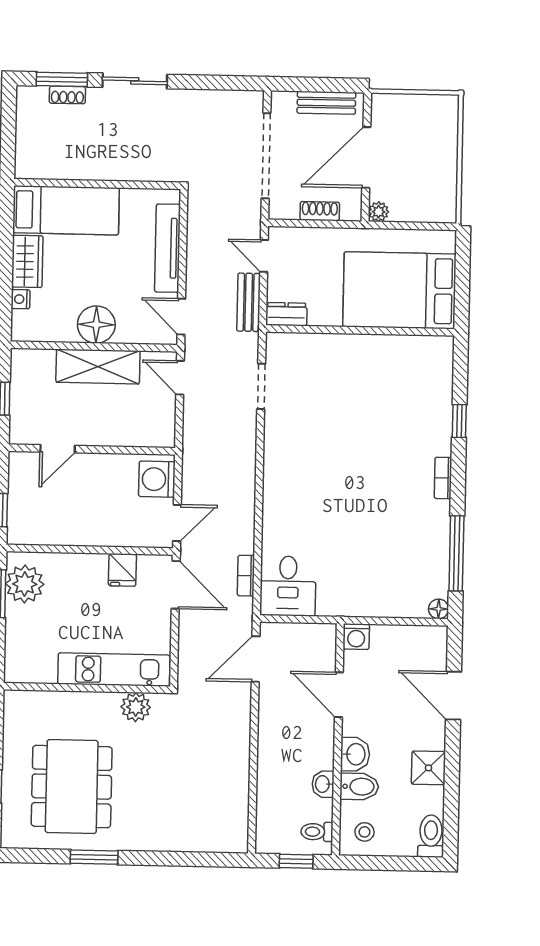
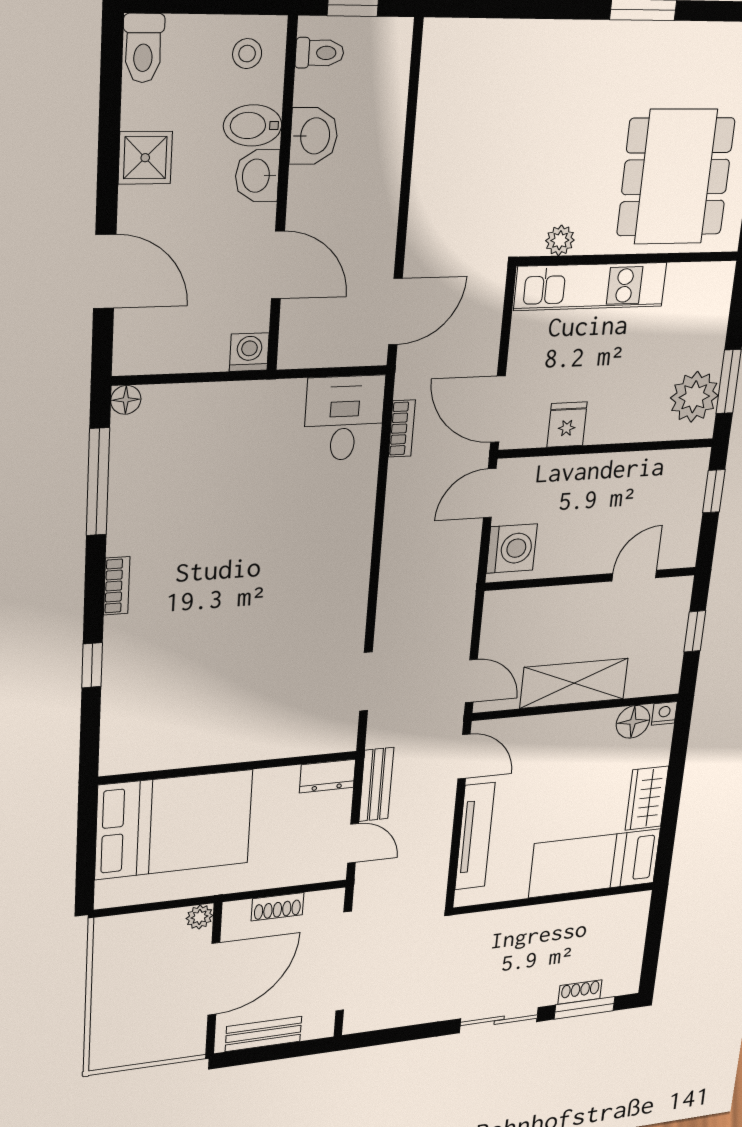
nightstand: (21, 299) -> (664, 713), moved, turned -90
floor lamp: (96, 325) -> (633, 722), moved, width x0.73, depth x0.73
plant: (136, 707) -> (560, 240), width x0.73, depth x0.73
washbasin: (323, 784) -> (314, 136), width x1.38, depth x1.45
dining table: (72, 787) -> (676, 177), moved

